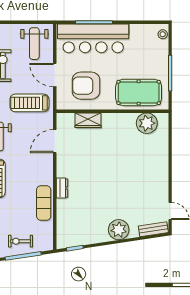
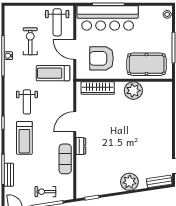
wardrobe: (88, 120) -> (98, 88), width x1.50
plant: (147, 123) -> (133, 91), moved
door: (55, 141) -> (75, 122), moved

